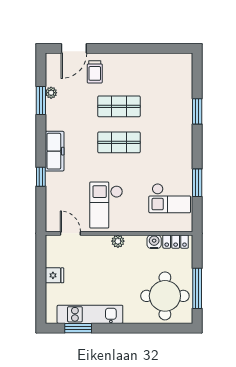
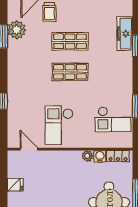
plant: (51, 93) -> (17, 30), width x1.88, depth x1.88
freezer: (55, 151) -> (125, 34), moved, turned 180
plant: (118, 241) -> (87, 156), moved

